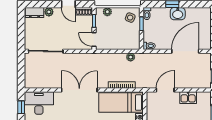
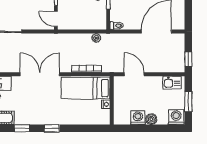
door: (165, 90) -> (134, 74), hinge flipped
kitchen sink: (188, 98) -> (172, 83), moved

